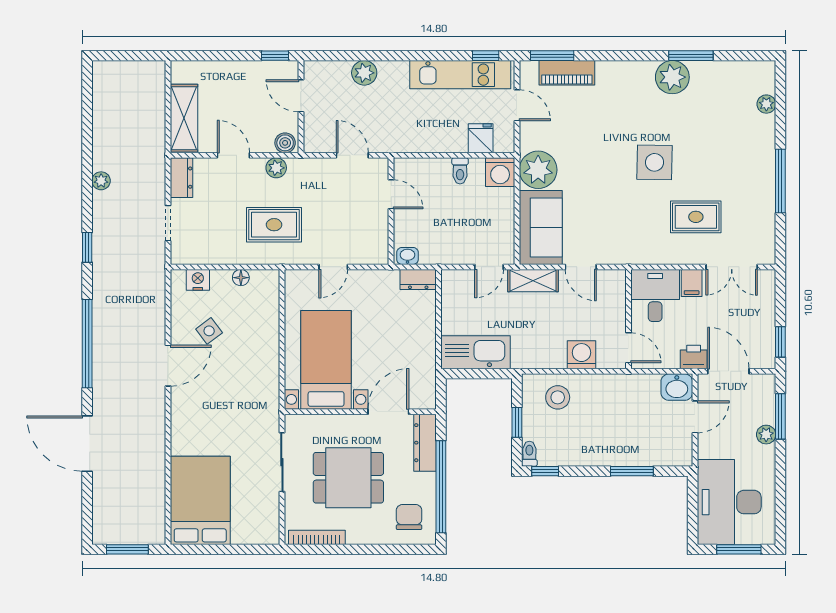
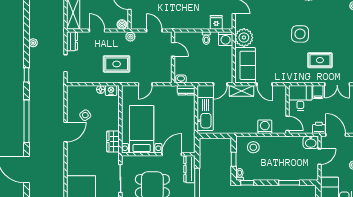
plant: (276, 168) -> (130, 37), moved
nightstand: (198, 280) -> (111, 91), moved
kitchen sink: (476, 352) -> (205, 114), moved, turned 90
wardrobe: (267, 385) -> (113, 141), added

